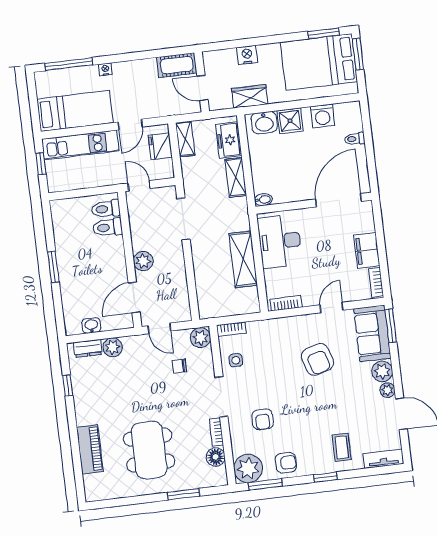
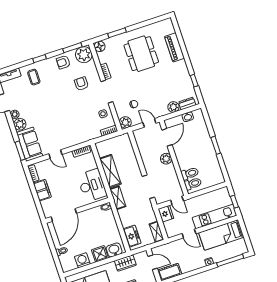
door: (130, 125) -> (189, 234), swing flipped
fridge: (160, 146) -> (166, 214), moved
shelving: (236, 177) -> (118, 198), moved
door: (332, 307) -> (55, 154), hinge flipped
armchair: (317, 359) -> (57, 124), removed
floor lamp: (216, 457) -> (100, 46), moved

